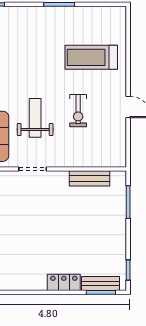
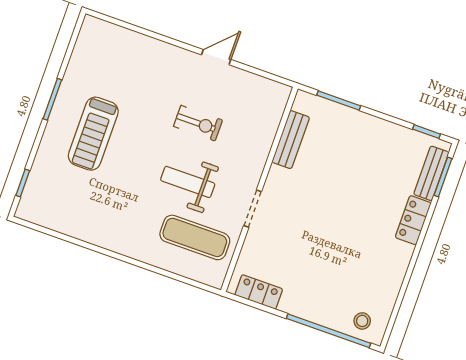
treadmill: (91, 57) -> (93, 134), moved

